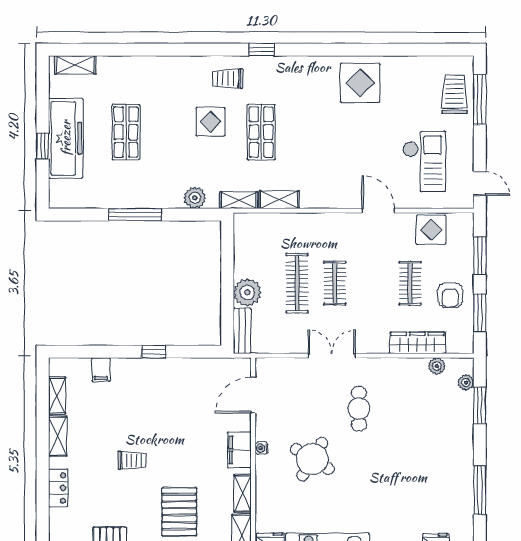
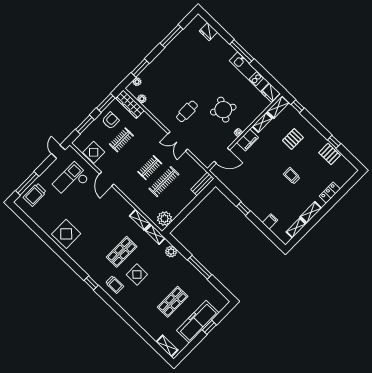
plant: (247, 292) -> (165, 219), moved
wardrobe: (417, 343) -> (130, 104), moved
pallet: (179, 512) -> (293, 139), width x0.67, depth x0.71

